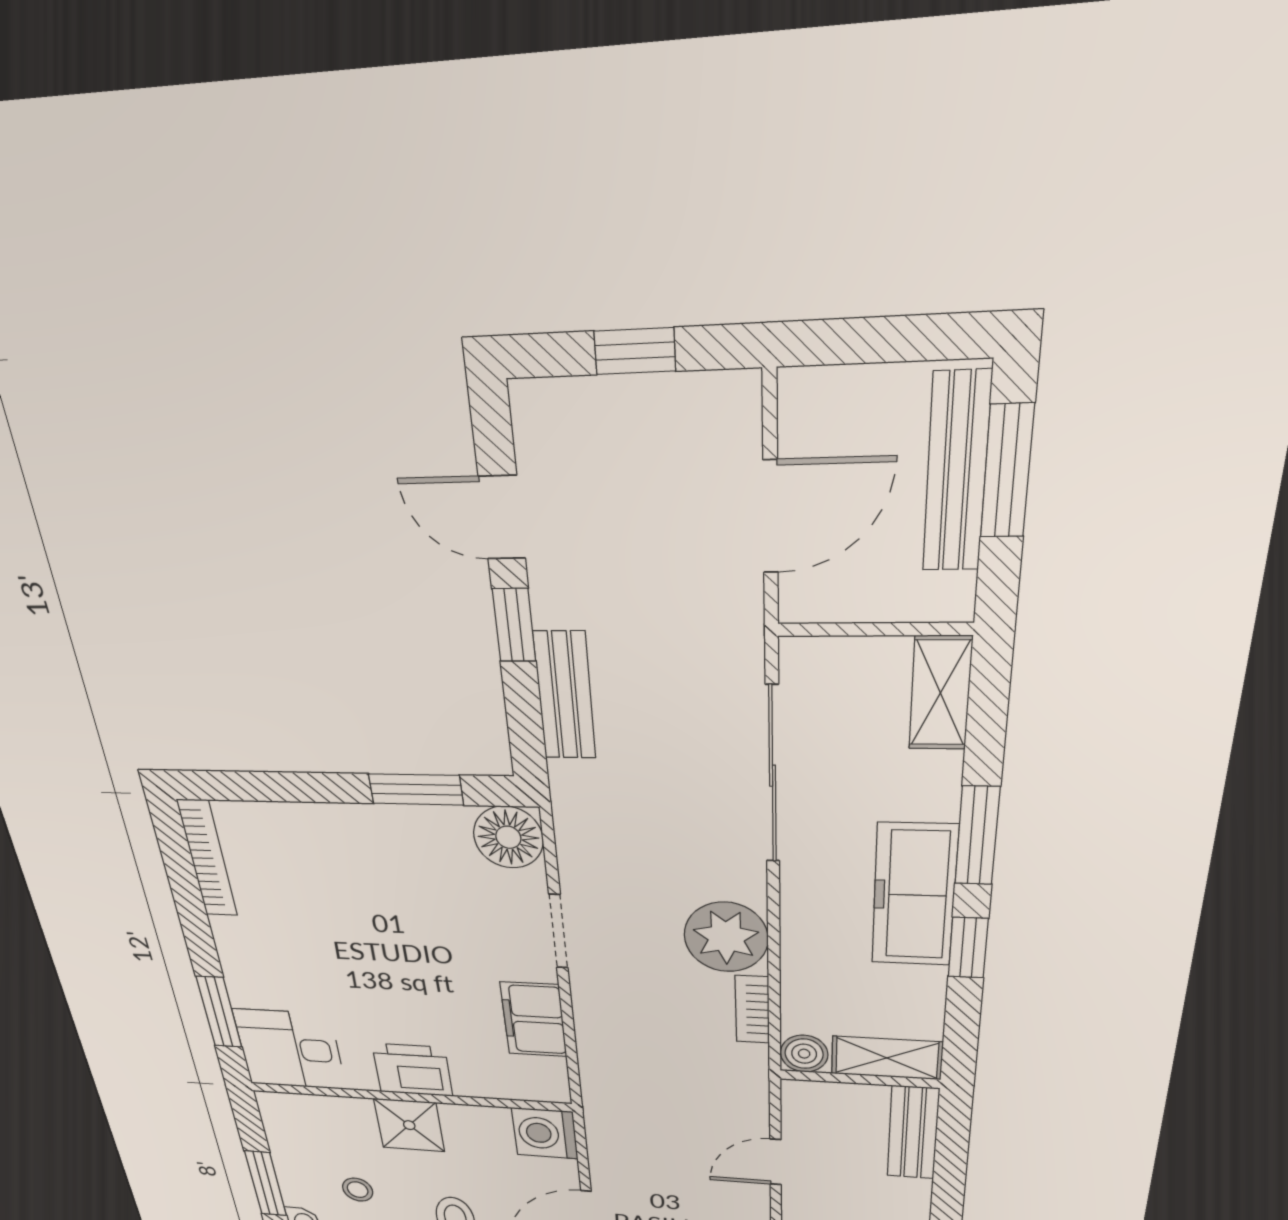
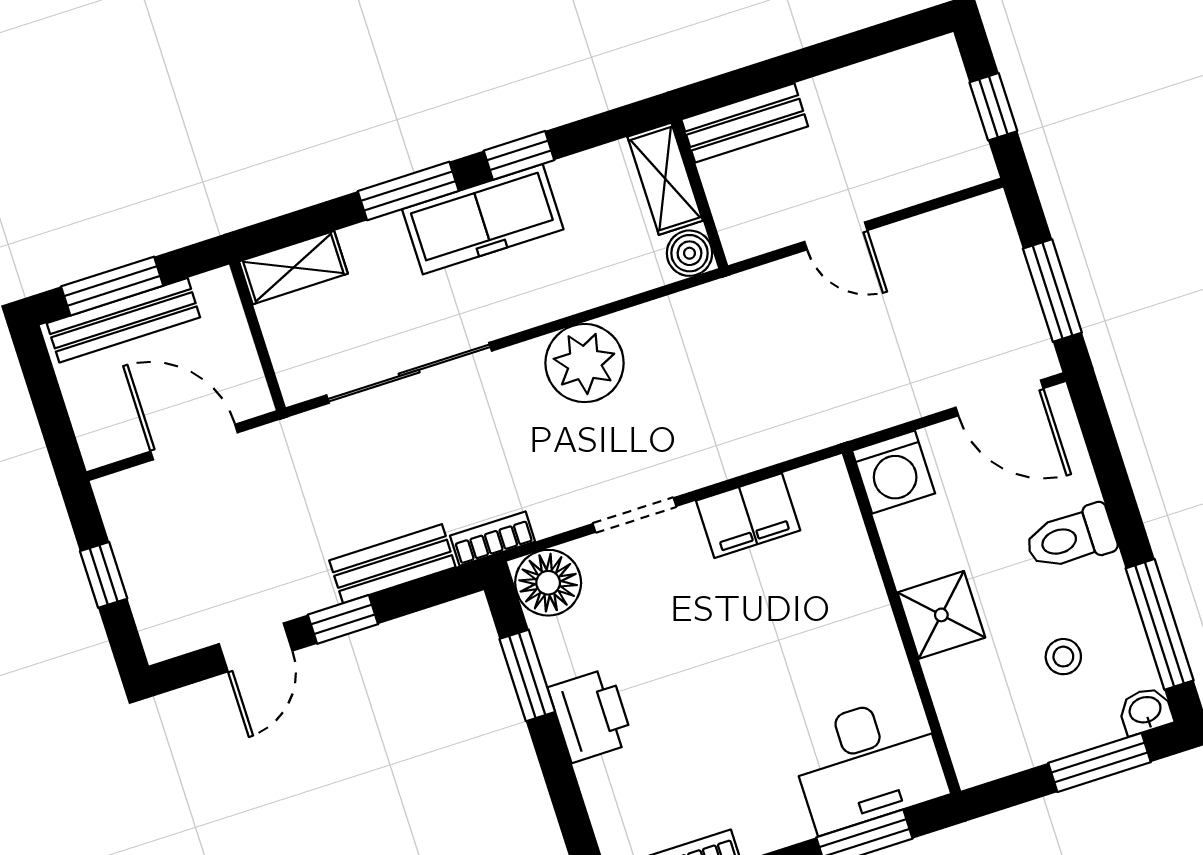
bookcase: (752, 1009) -> (493, 539), moved, turned 180
desk: (290, 1049) -> (868, 763), width x1.37
printer: (412, 1070) -> (591, 715), moved, turned 180

